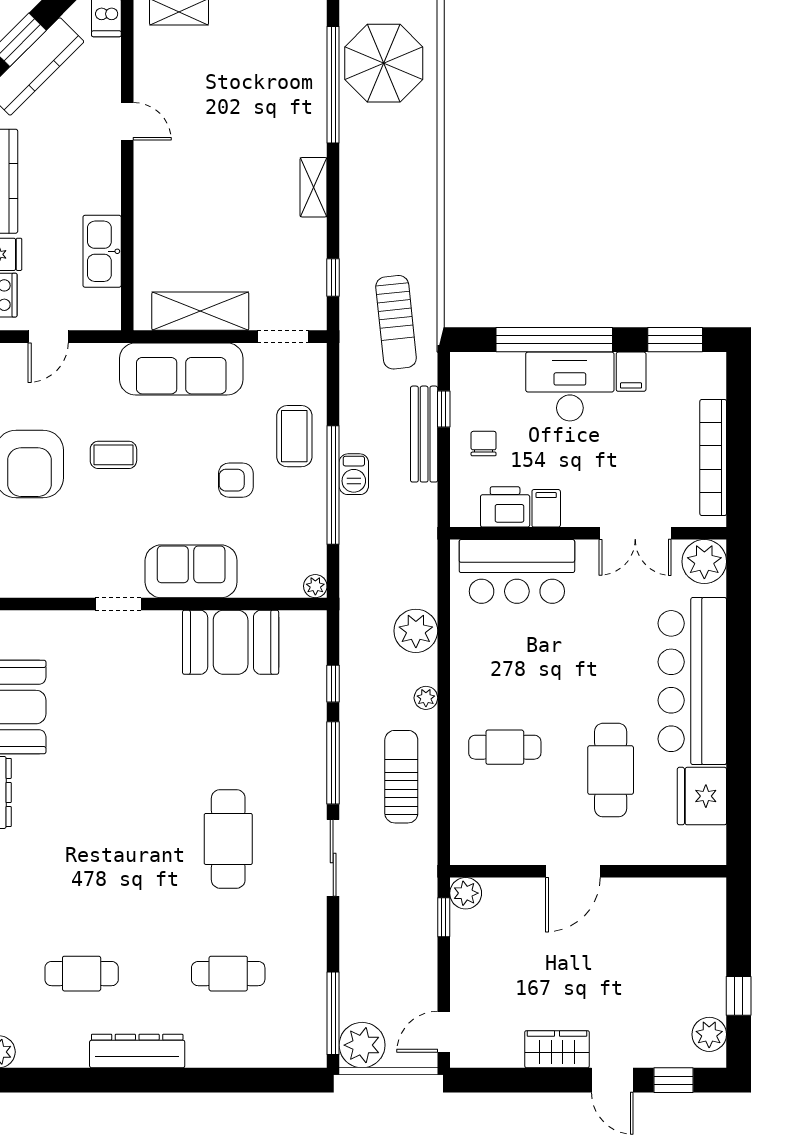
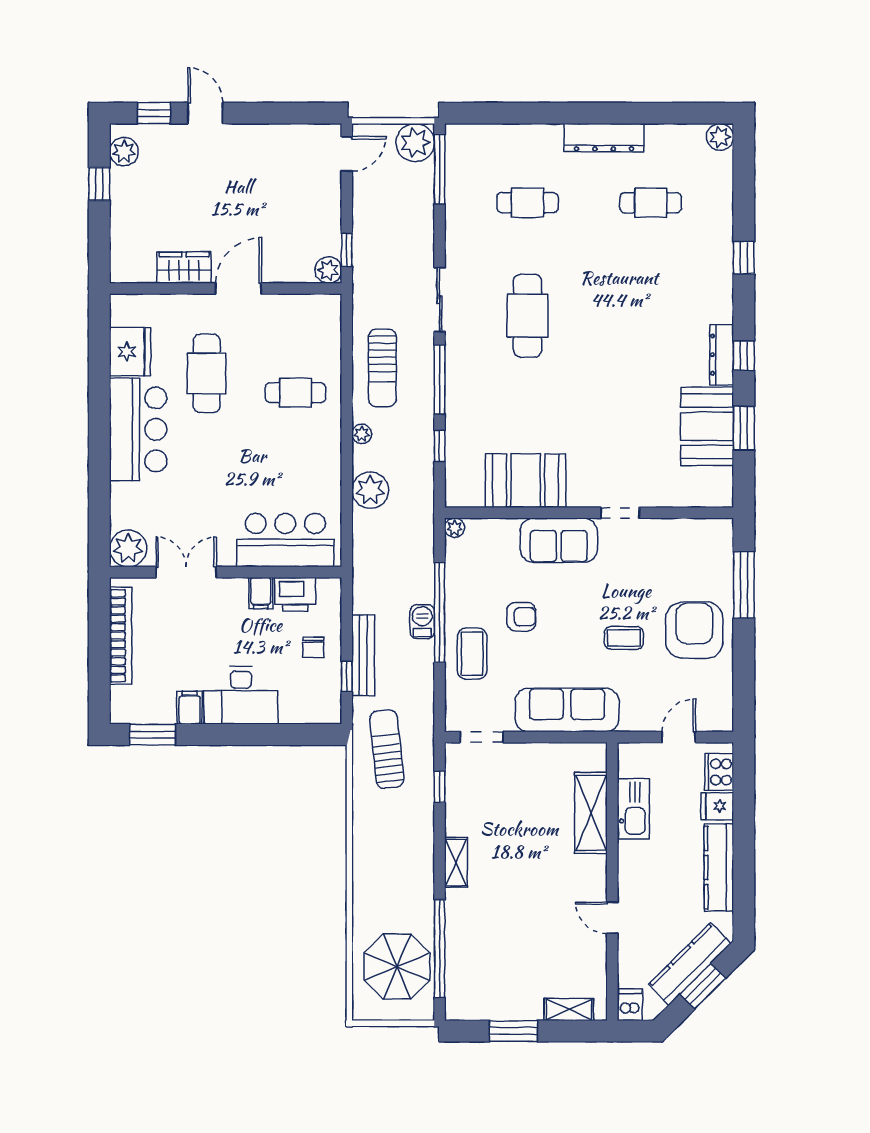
shelving: (200, 311) -> (591, 813), moved, turned 90
window: (554, 340) -> (254, 735), removed
bar counter: (692, 681) -> (138, 429), width x0.73
wardrobe: (557, 1049) -> (184, 268), moved, turned 180

